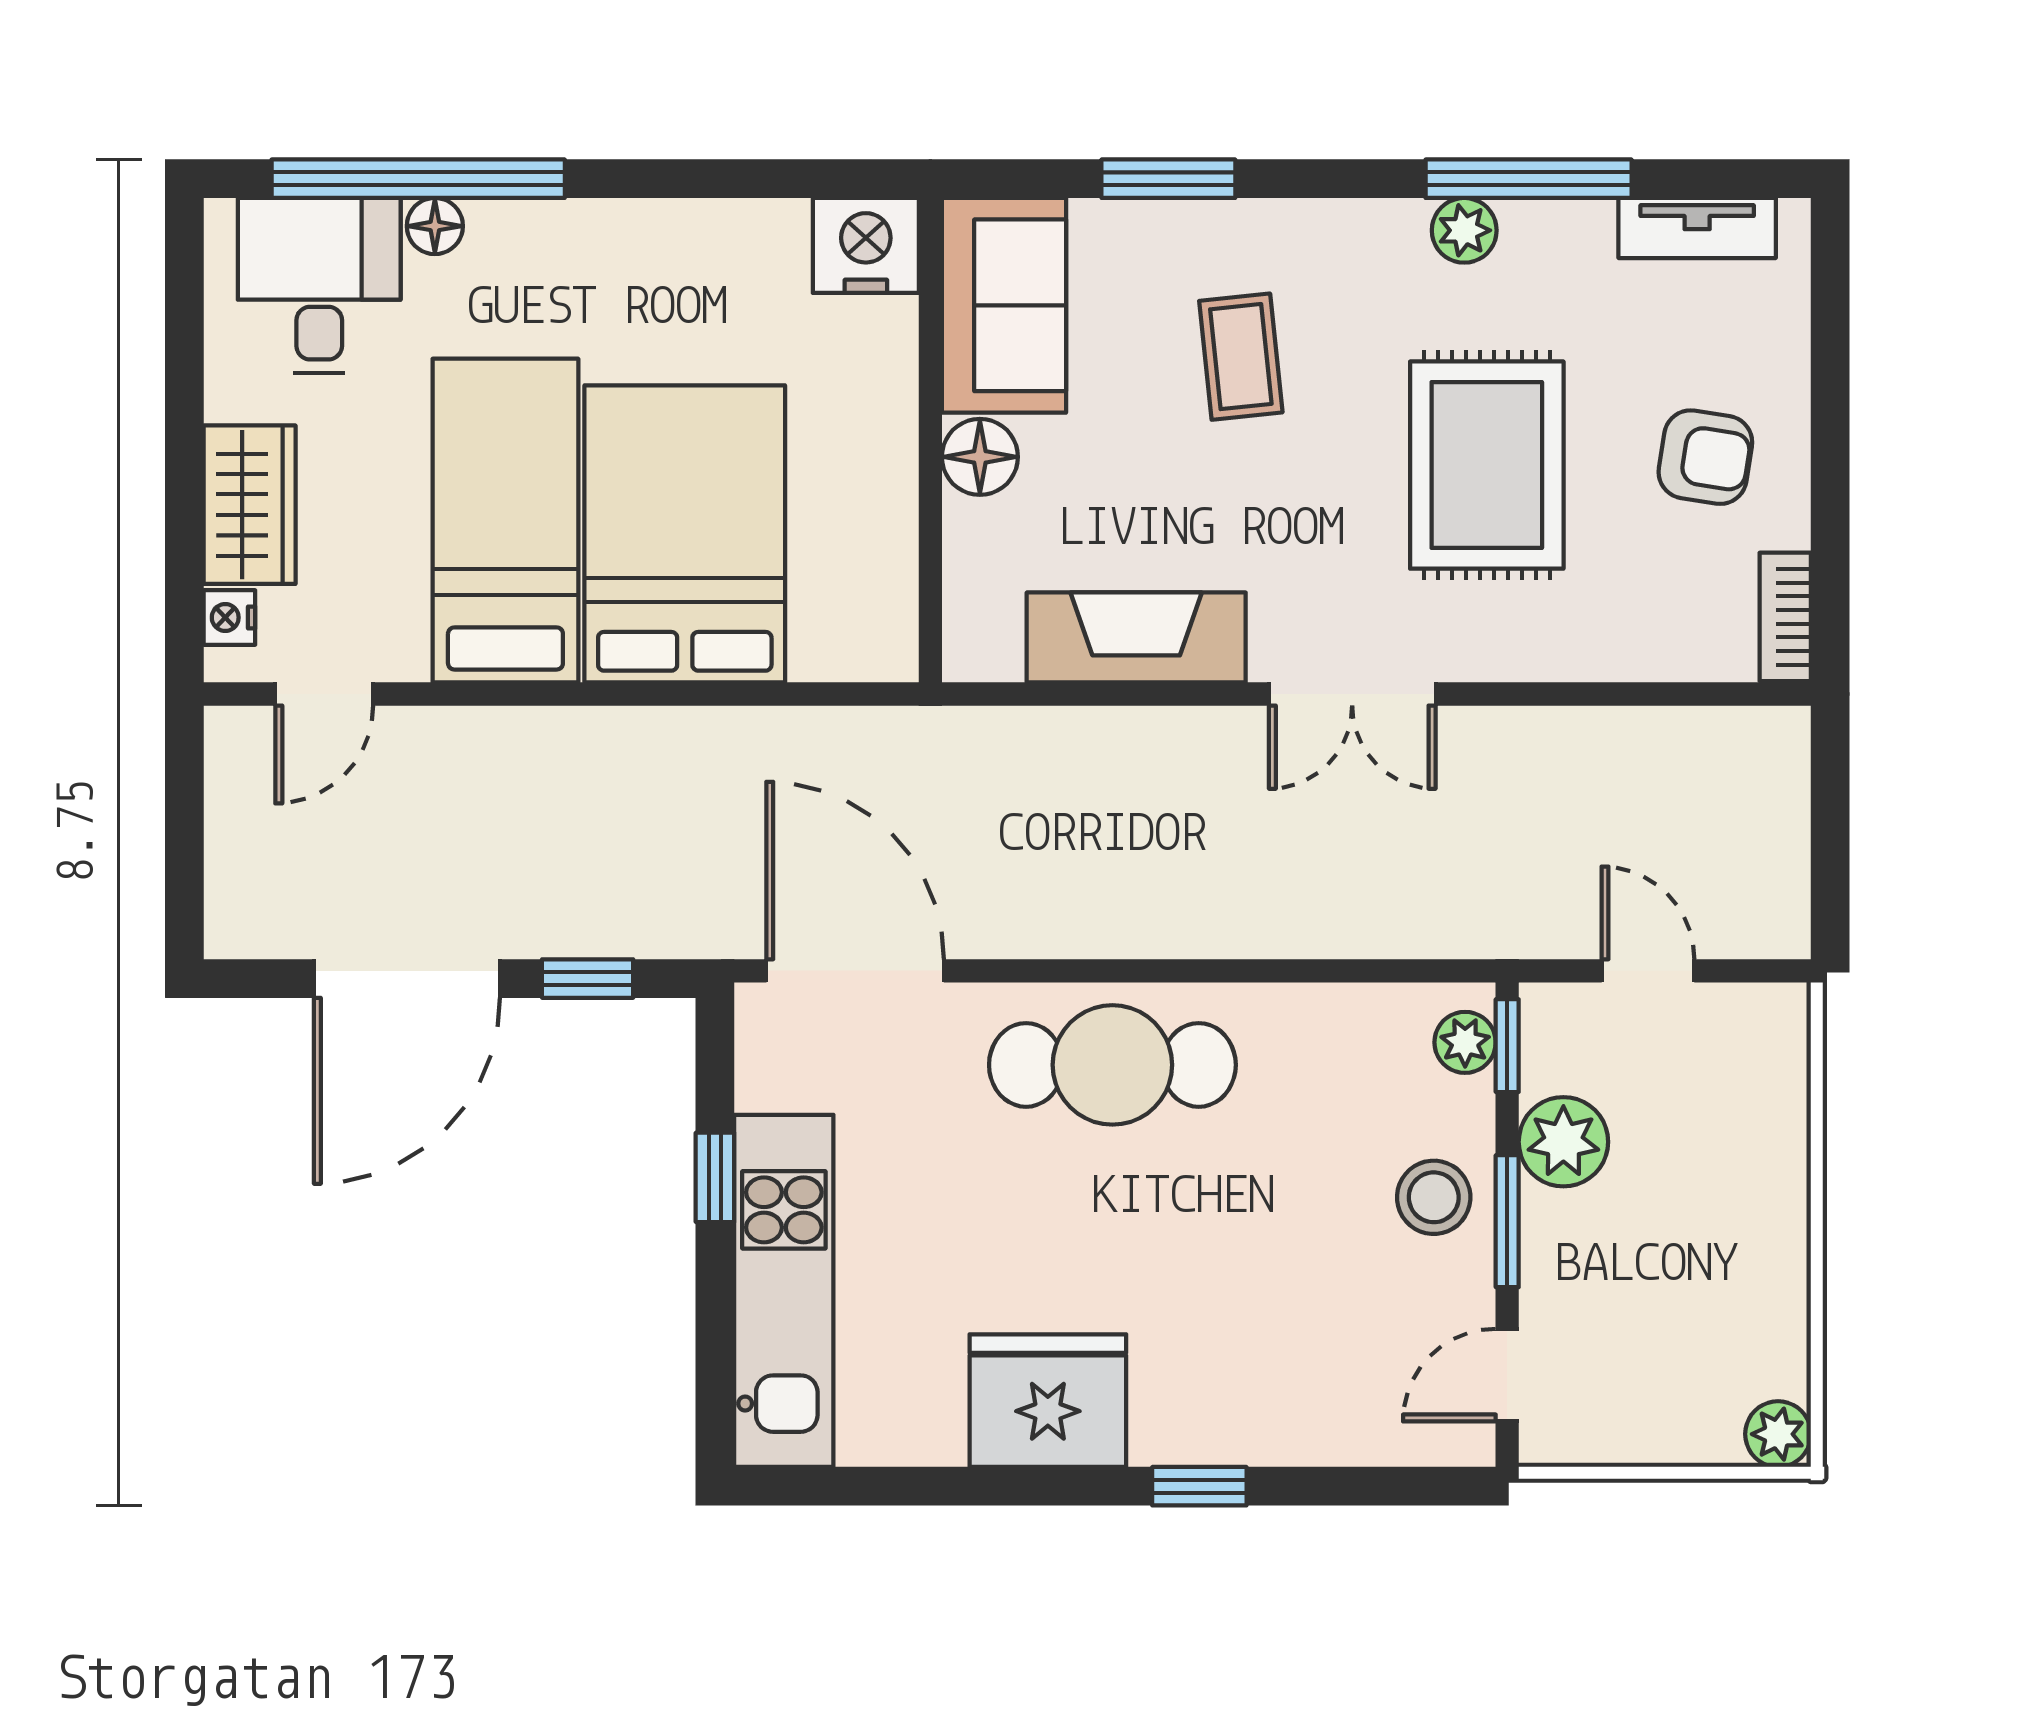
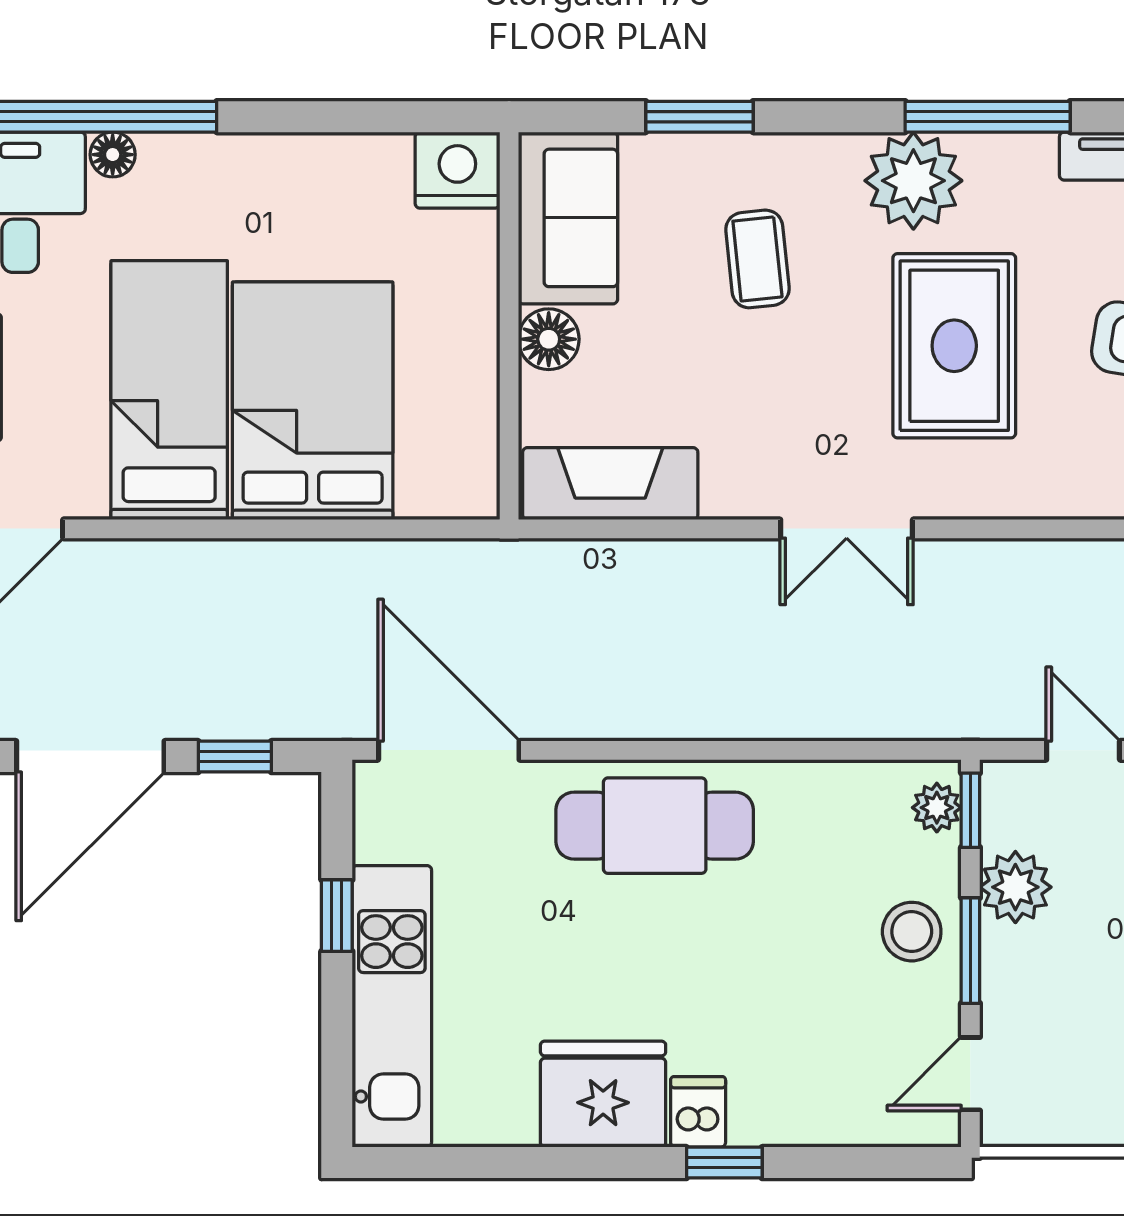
plant: (1464, 230) -> (913, 181), width x1.88, depth x1.88
fireplace: (1136, 637) -> (610, 484), moved
dishwasher: (1167, 1423) -> (698, 1112), added

